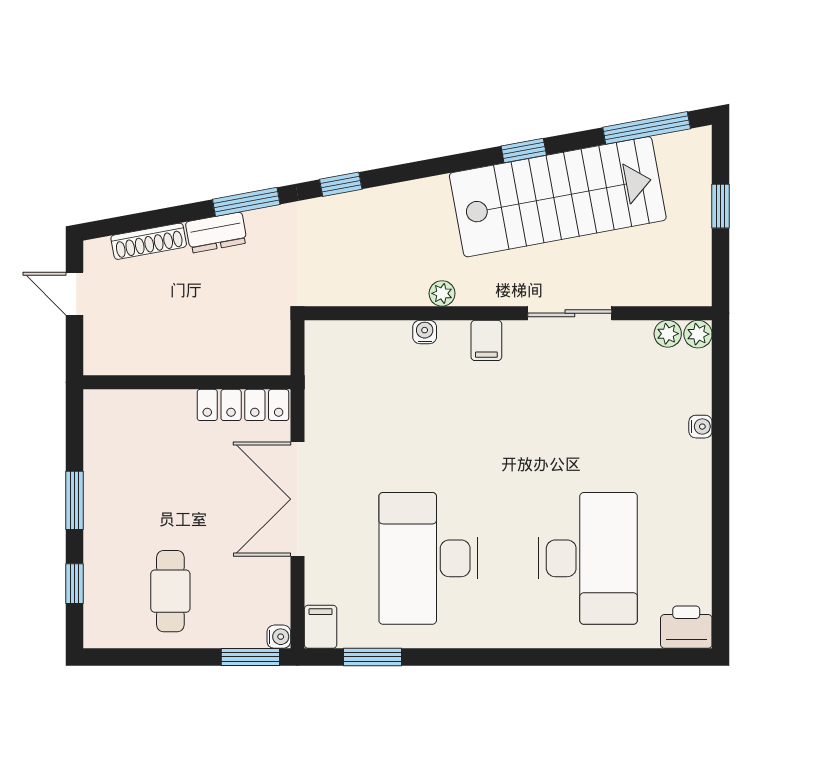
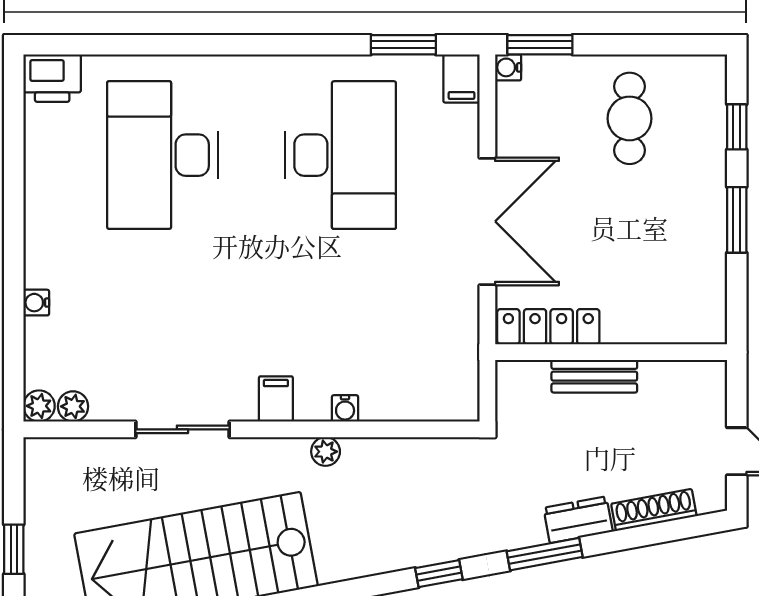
bench: (202, 361) -> (594, 376), added

